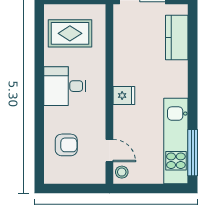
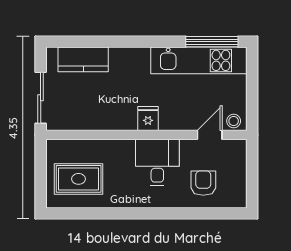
rug: (70, 33) -> (79, 179), turned 90
desk: (65, 86) -> (157, 163), moved, turned 180

